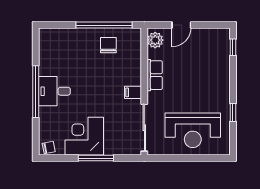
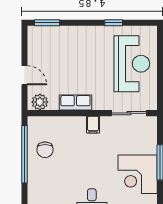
chair: (108, 45) -> (45, 150), turned -90
window: (233, 47) -> (47, 23), width x1.50
sliding door: (144, 128) -> (129, 113), width x0.73

